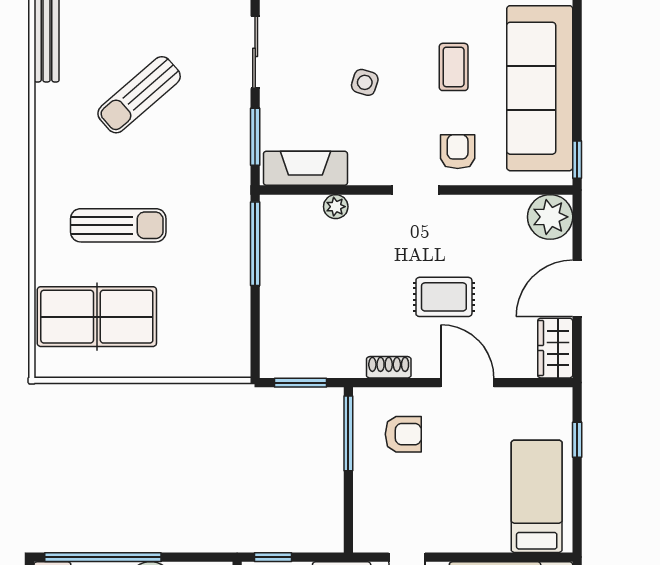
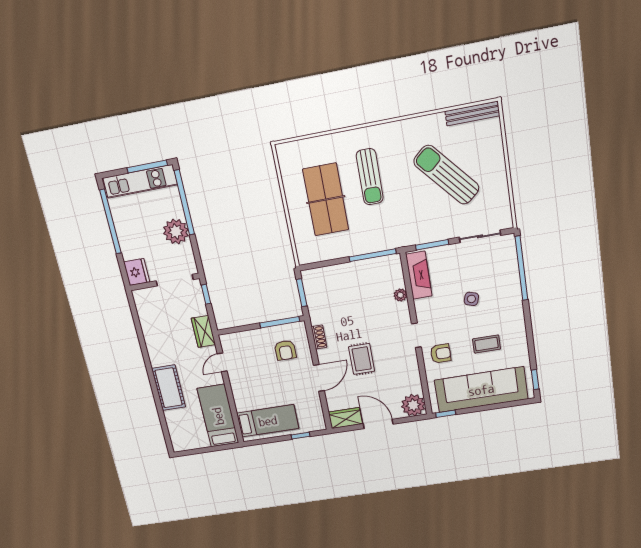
sun lounger: (139, 95) -> (446, 175), width x1.36, depth x1.34
table tennis table: (97, 317) -> (326, 200), moved

